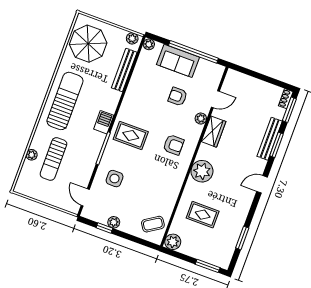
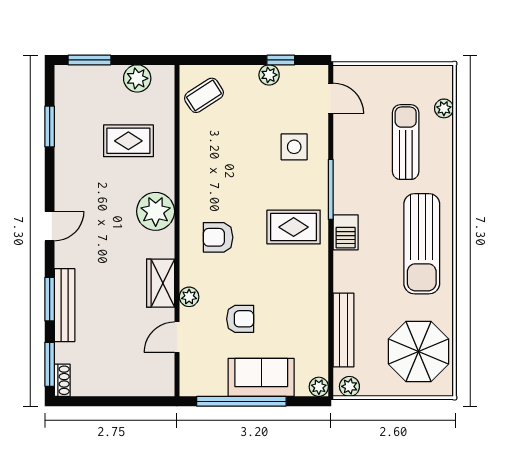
plant: (32, 155) -> (444, 108), moved
plant: (173, 242) -> (137, 78), moved

